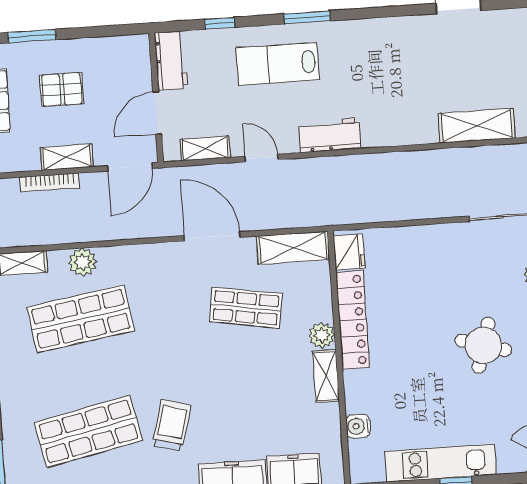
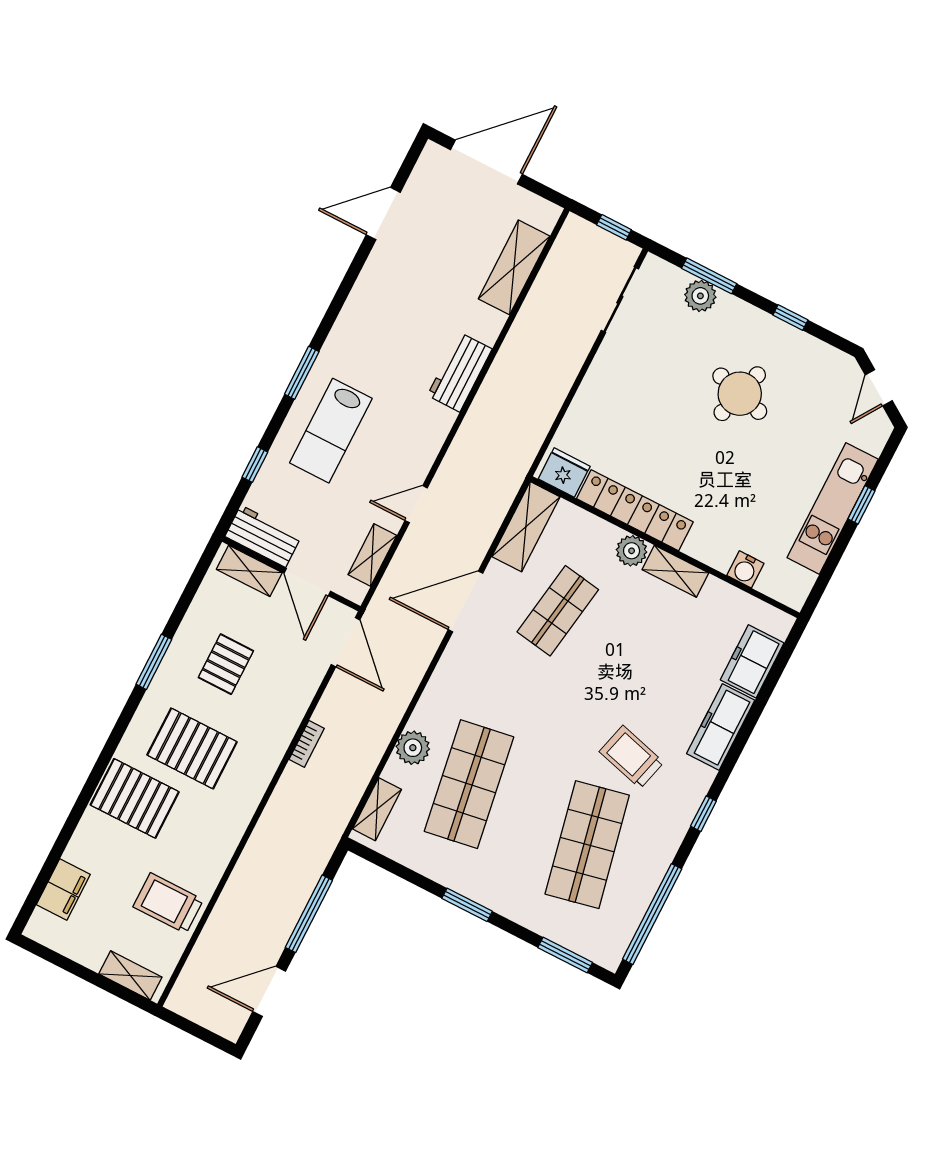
workbench: (330, 135) -> (460, 372), moved
shelving: (67, 157) -> (249, 571), moved, turned 90
bookcase: (50, 182) -> (307, 744), width x0.64

